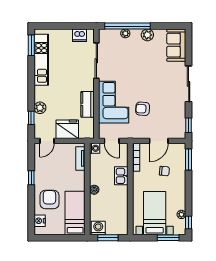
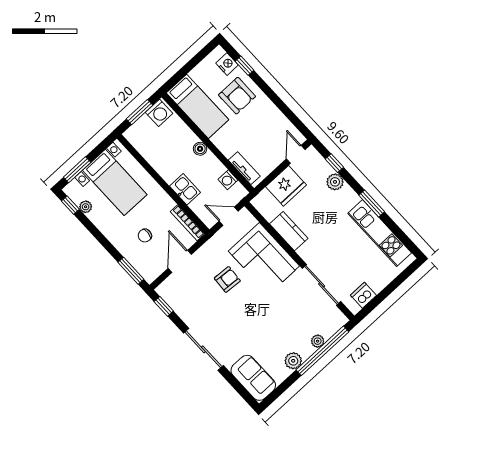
window: (31, 45) -> (372, 204), moved
washing machine: (95, 148) -> (228, 180), moved
window: (31, 178) -> (244, 66), moved

